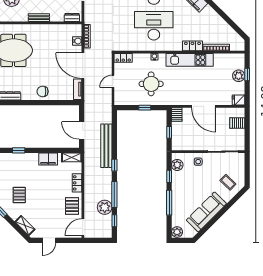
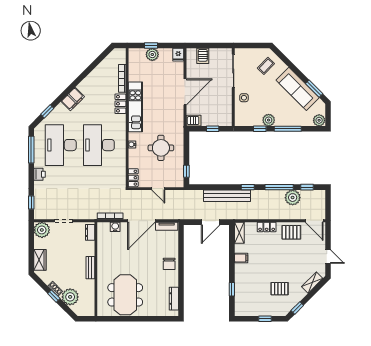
window: (145, 108) -> (186, 171), moved
filing cabinet: (48, 159) -> (241, 258), width x0.50
plant: (177, 165) -> (269, 120), moved
window: (207, 227) -> (314, 89), added

